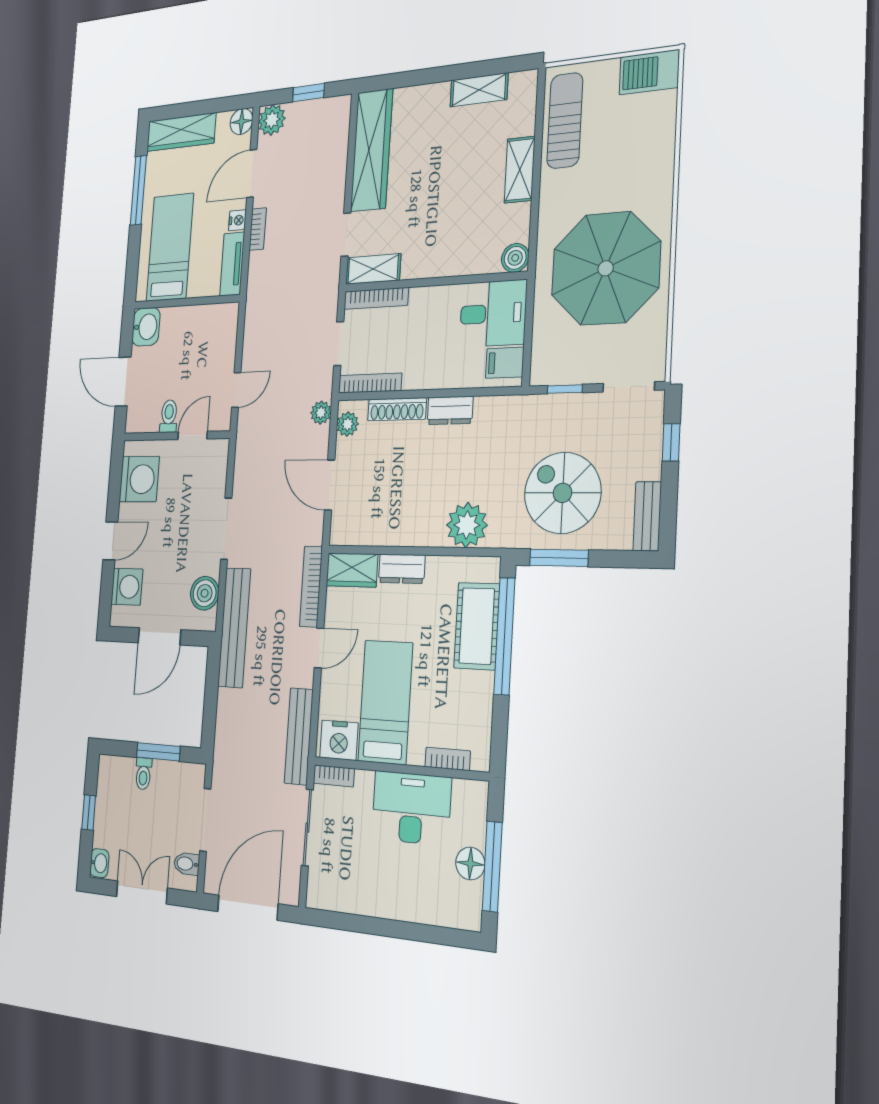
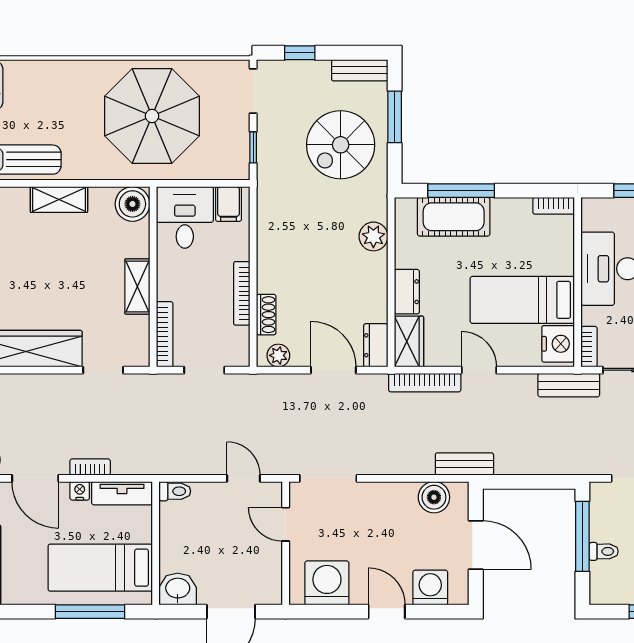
window: (138, 190) -> (90, 612), moved
boiler: (515, 258) -> (132, 204), width x1.36, depth x1.36
shelving: (373, 269) -> (137, 286), moved
bookcase: (370, 383) -> (242, 293), moved
shoe rack: (397, 409) -> (266, 315), width x0.70
dresser: (450, 410) -> (376, 345), moved, turned 180
plant: (321, 413) -> (267, 384), removed
toilet: (169, 416) -> (175, 491), moved, turned 180
door: (330, 485) -> (333, 370), swing flipped
plant: (467, 525) -> (373, 236), width x0.73, depth x0.73
doorway: (226, 529) -> (328, 478), moved
window: (559, 558) -> (395, 117), moved
bench: (234, 628) -> (464, 464), width x0.54, depth x0.82
window: (504, 636) -> (461, 191), width x0.68
bench: (299, 736) -> (569, 385), width x0.73
window: (158, 752) -> (582, 536), width x1.44
bookcase: (448, 759) -> (554, 206), moved, turned -90

